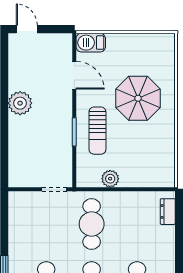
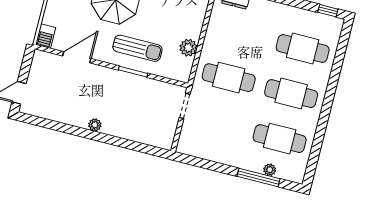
barbecue: (91, 43) -> (46, 36), width x0.73, depth x0.79
plant: (20, 103) -> (95, 125), width x0.53, depth x0.53

